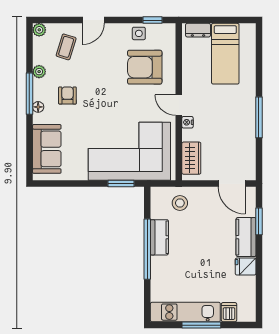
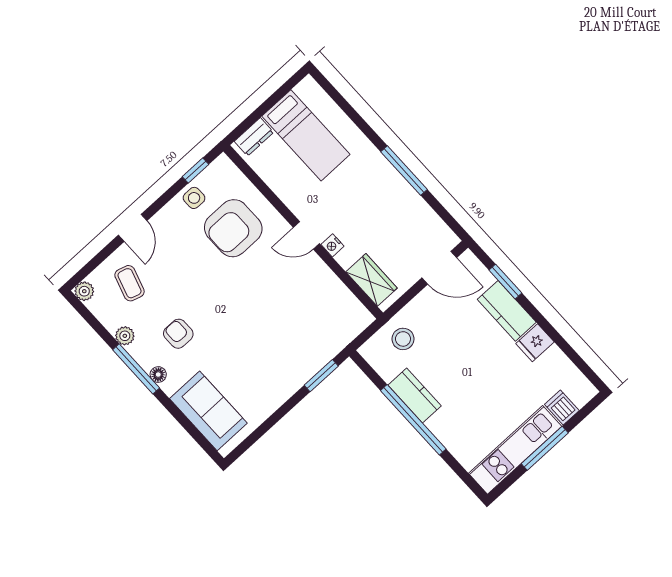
corner sofa: (129, 151) -> (299, 333), removed

